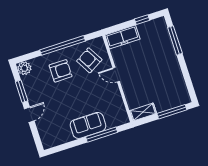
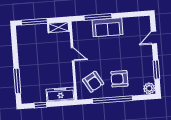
door: (116, 75) -> (73, 54), moved
door: (29, 115) -> (154, 38), moved

